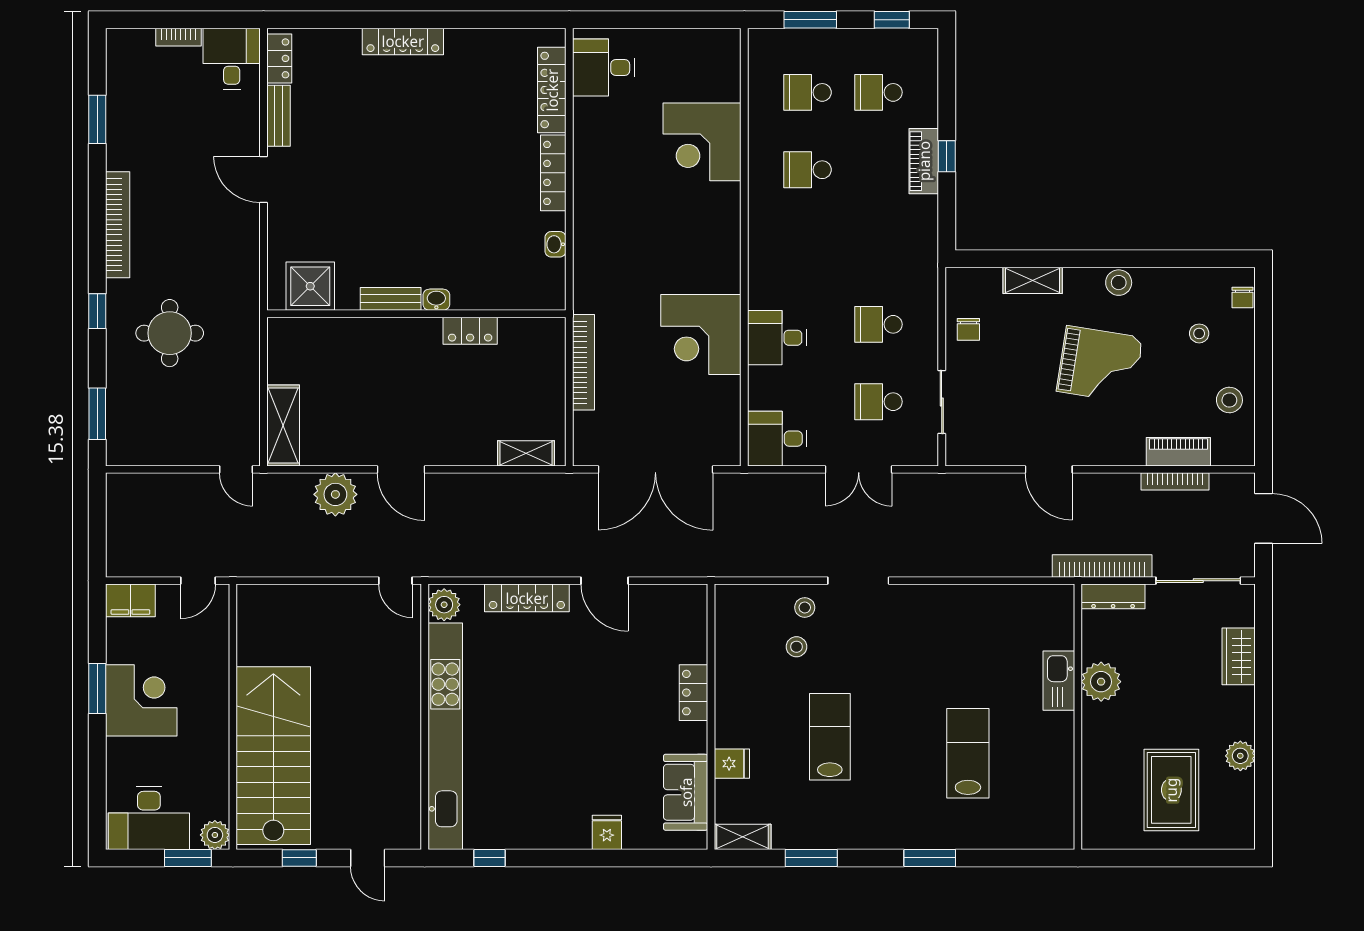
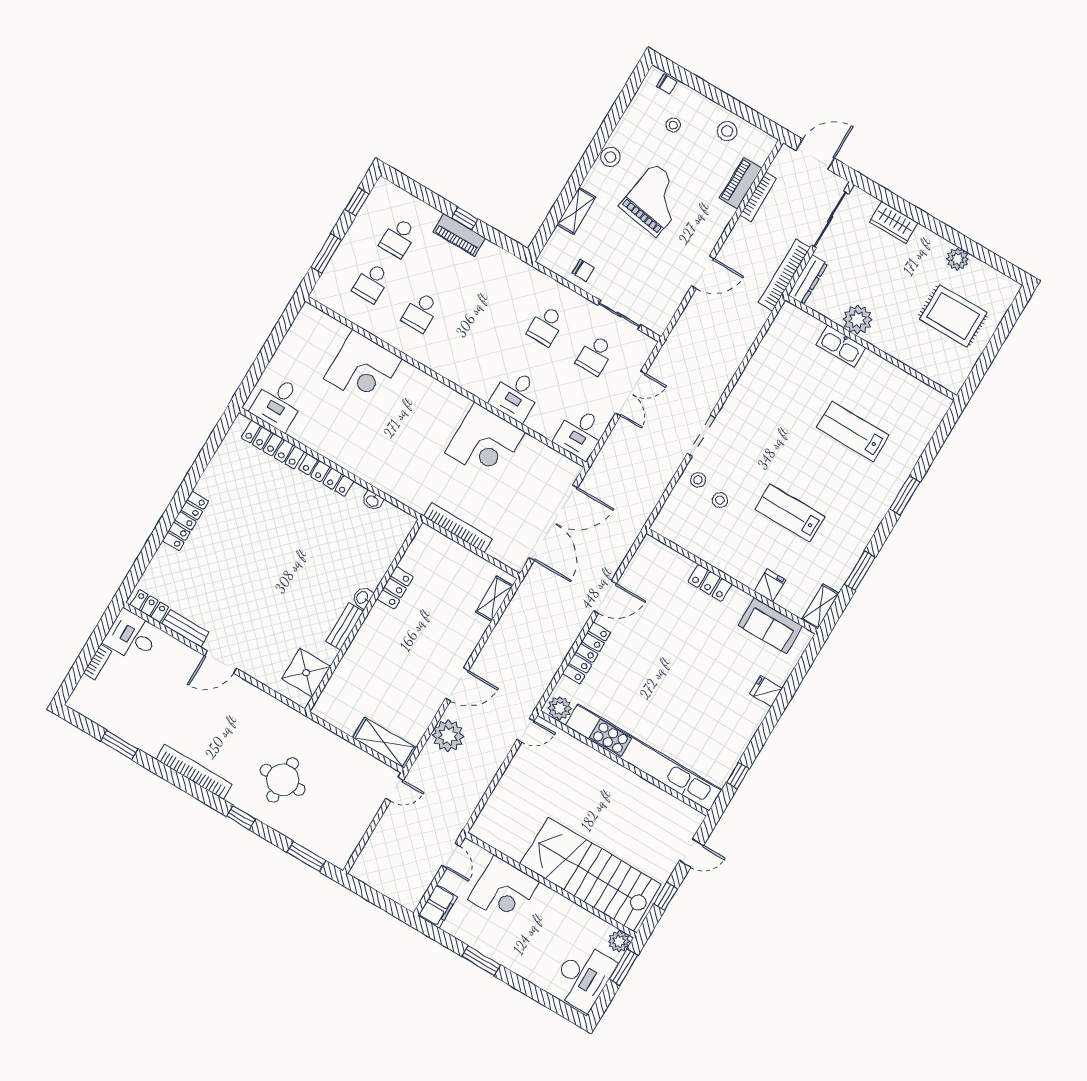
corner desk: (141, 700) -> (504, 891), moved, turned 180

